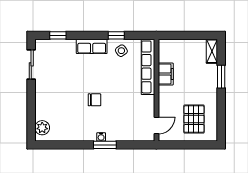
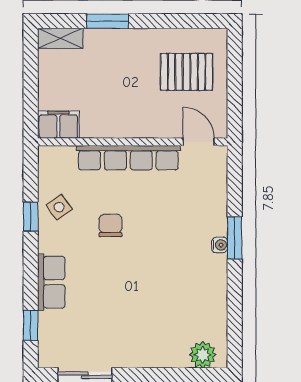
row of seats: (92, 46) -> (51, 282), moved
row of seats: (148, 67) -> (128, 158), moved
filing cabinet: (166, 74) -> (58, 125), moved
chair: (94, 100) -> (110, 226), moved

